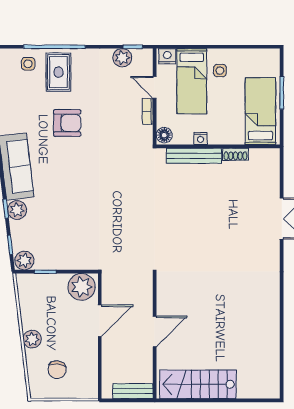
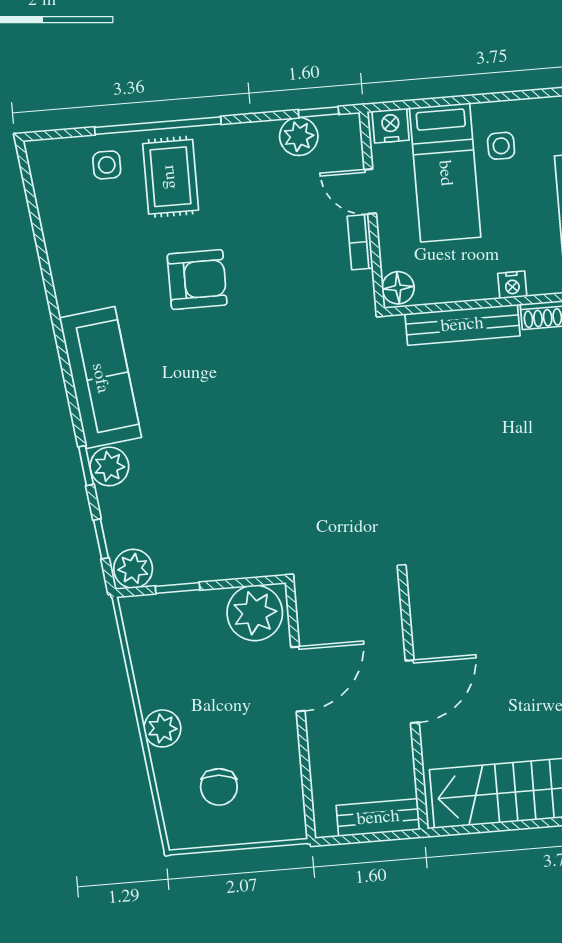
nightstand: (201, 138) -> (512, 285), moved

